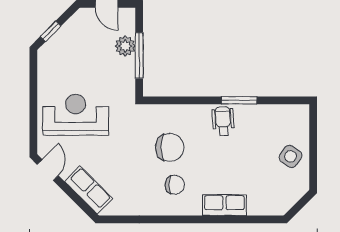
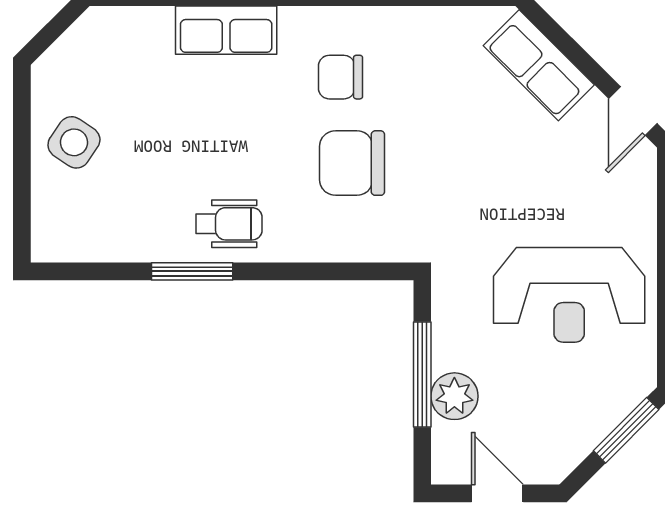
window: (51, 31) -> (626, 430), width x1.50
reception desk: (76, 115) -> (569, 295), moved
wheelchair: (223, 121) -> (229, 224), turned -86

